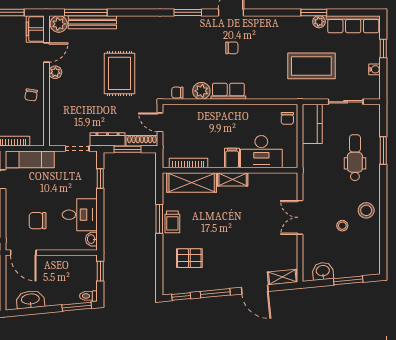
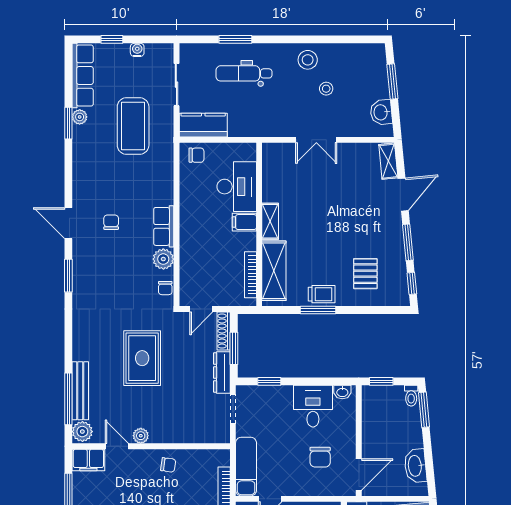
rug: (119, 73) -> (142, 358), turned 90

